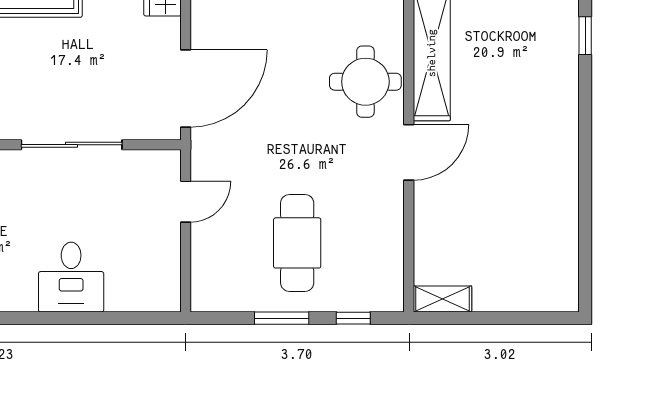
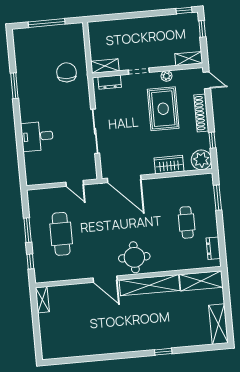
cafe table: (297, 243) -> (61, 234), turned 90

